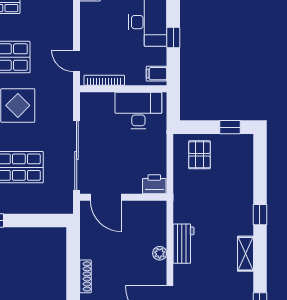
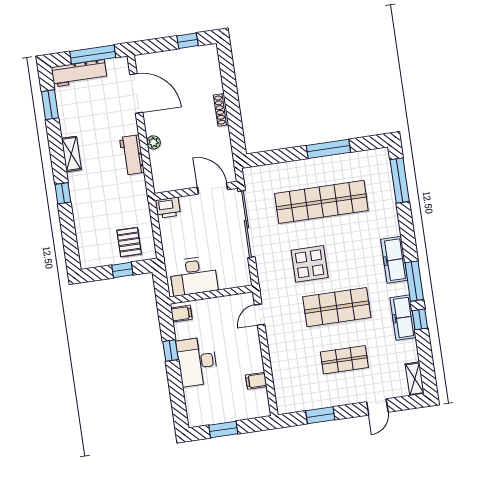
door: (77, 61) -> (260, 315), swing flipped
bookcase: (104, 80) -> (230, 300), removed
window: (230, 127) -> (122, 270), moved

